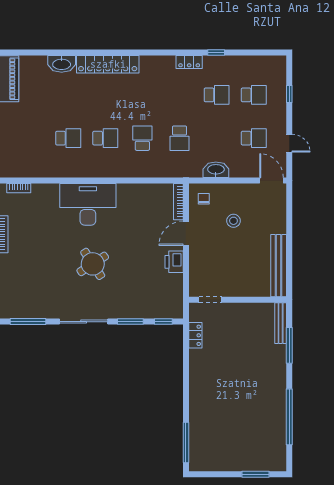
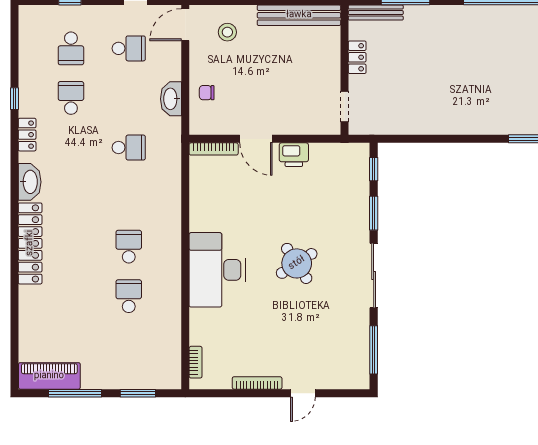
washbasin: (62, 64) -> (30, 182), moved
school desk: (254, 95) -> (71, 48), turned 180
school desk: (142, 138) -> (129, 197), removed
school desk: (254, 138) -> (129, 48), turned 90
chair: (204, 199) -> (207, 93), moved
stool: (233, 221) -> (227, 32), moved
locker: (195, 335) -> (357, 57), moved, turned 90

